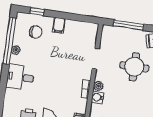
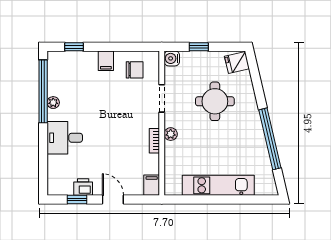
window: (128, 25) -> (199, 47), width x0.46
chair: (36, 32) -> (135, 70), moved
water cooler: (98, 97) -> (172, 58), moved

